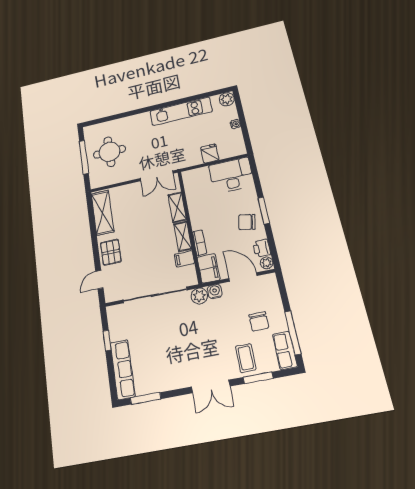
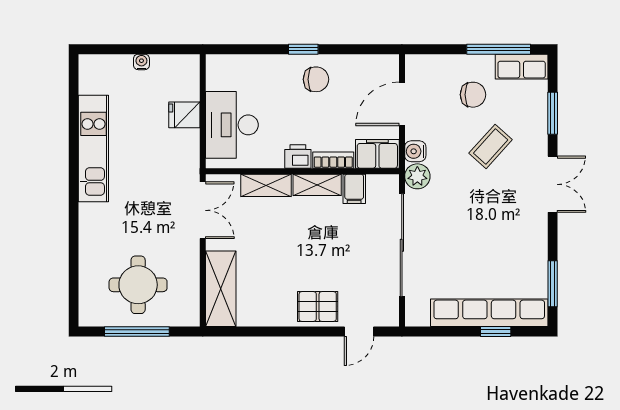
plant: (227, 99) -> (91, 67), removed
desk: (231, 175) -> (232, 125), moved
window: (264, 211) -> (303, 49), width x0.67
shelving: (103, 213) -> (221, 289), moved, turned 90
chair: (247, 222) -> (316, 79), turned -101
printer: (262, 248) -> (298, 156), moved, turned 180
plant: (267, 263) -> (387, 64), removed
door: (99, 280) -> (359, 331), hinge flipped
window: (107, 340) -> (496, 331), moved
coffee table: (246, 358) -> (491, 146), moved, turned -48
row of seats: (123, 369) -> (489, 313), width x1.36

